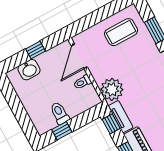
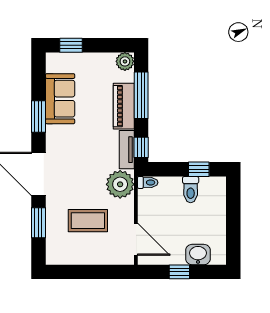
coffee table: (121, 32) -> (88, 221), moved
door: (79, 56) -> (136, 239), hinge flipped
toilet: (82, 82) -> (148, 182), moved

